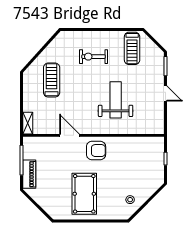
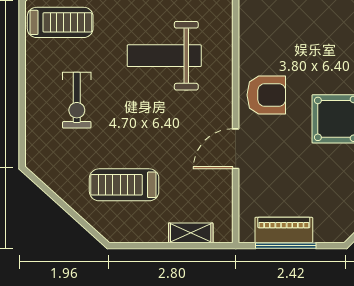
shelving: (28, 123) -> (191, 233), moved
armchair: (96, 151) -> (266, 95), turned 90
piano: (29, 174) -> (284, 230), moved

